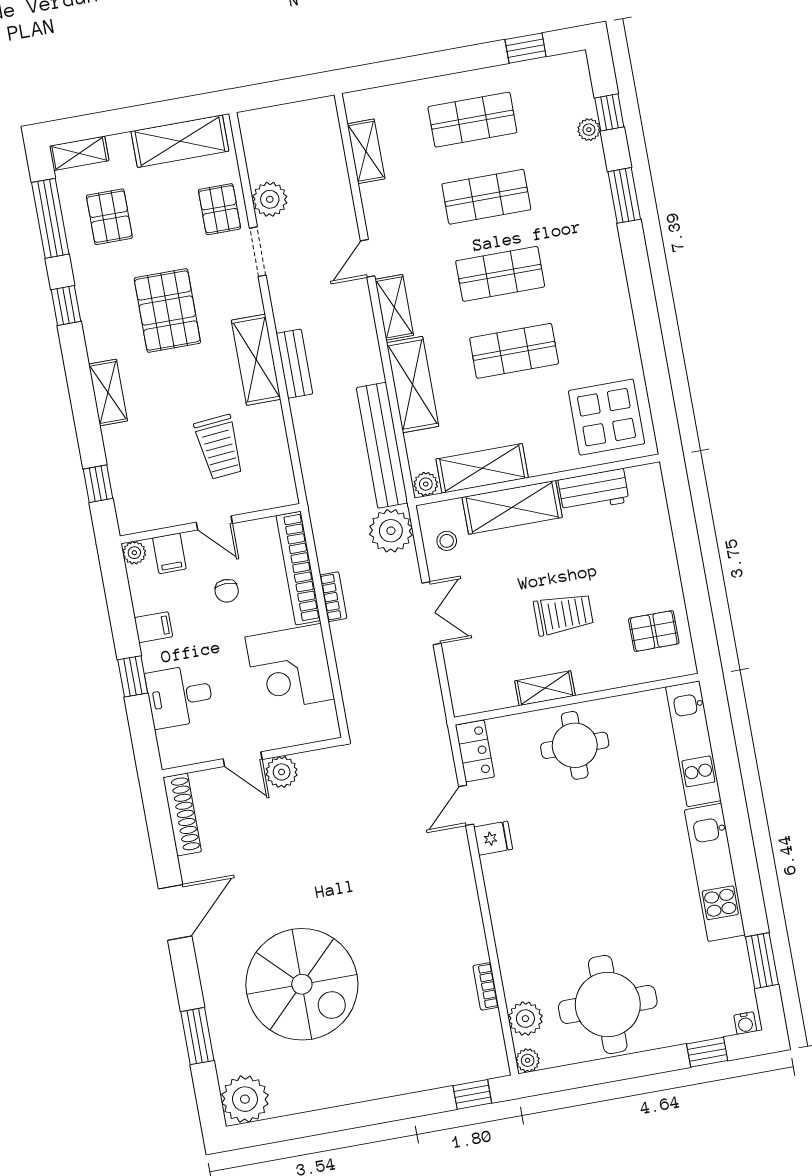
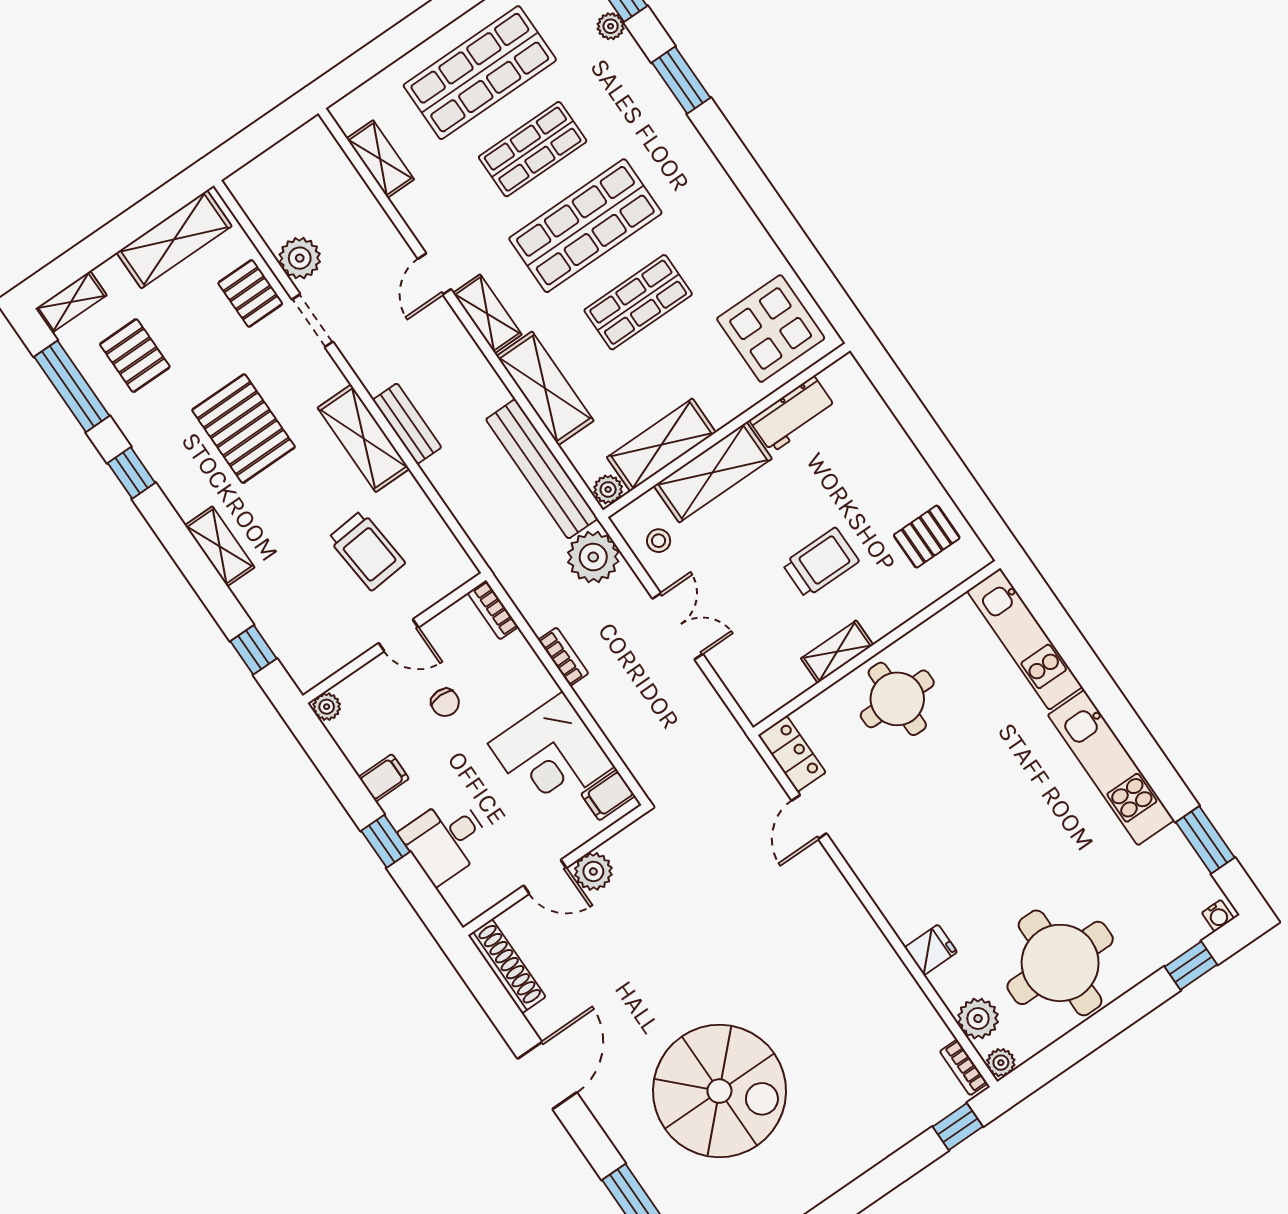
shop shelf: (472, 120) -> (480, 73), width x1.43, depth x1.36
shop shelf: (500, 274) -> (585, 226), width x1.43, depth x1.36
filing cabinet: (169, 553) -> (608, 795), moved, turned 90
bookcase: (298, 568) -> (493, 610), width x0.43, depth x0.76
fridge: (493, 838) -> (931, 950), moved
bookcase: (486, 986) -> (964, 1067), moved

